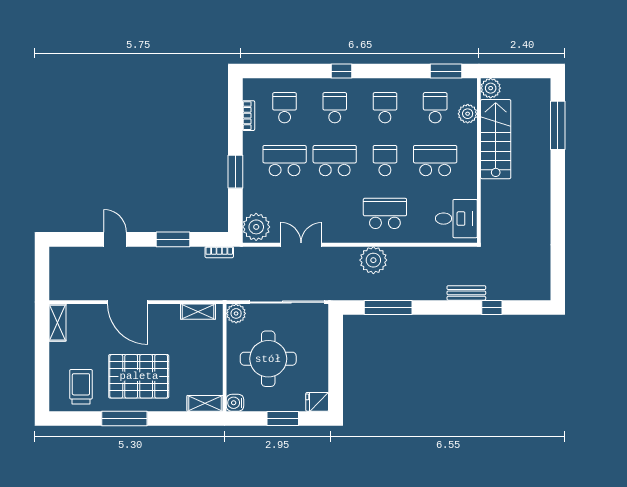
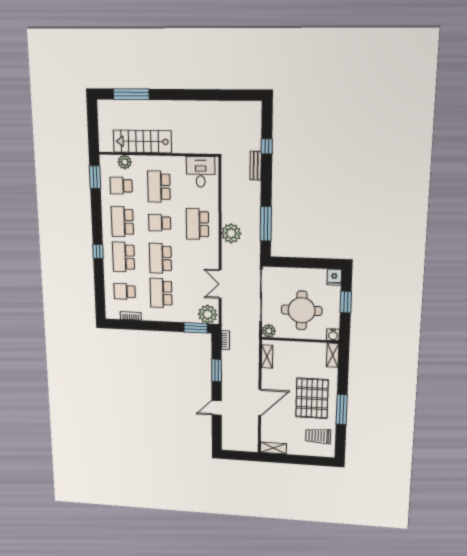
plant: (491, 88) -> (106, 145), removed
school desk: (335, 108) -> (124, 257), width x1.85
school desk: (385, 108) -> (122, 222), width x1.85
window: (235, 172) -> (196, 328), moved

